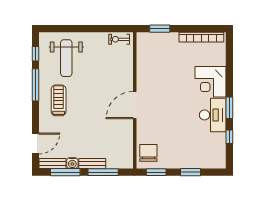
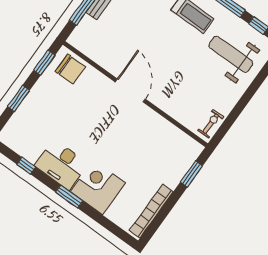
window: (229, 108) -> (69, 197), moved

